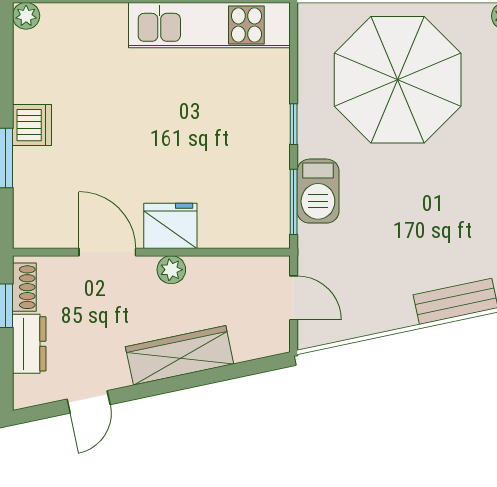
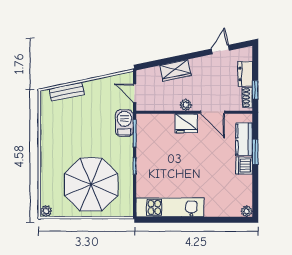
kitchen counter: (32, 188) -> (244, 139), added
barbecue: (318, 191) -> (124, 123), moved
wardrobe: (180, 355) -> (175, 71), width x0.67

